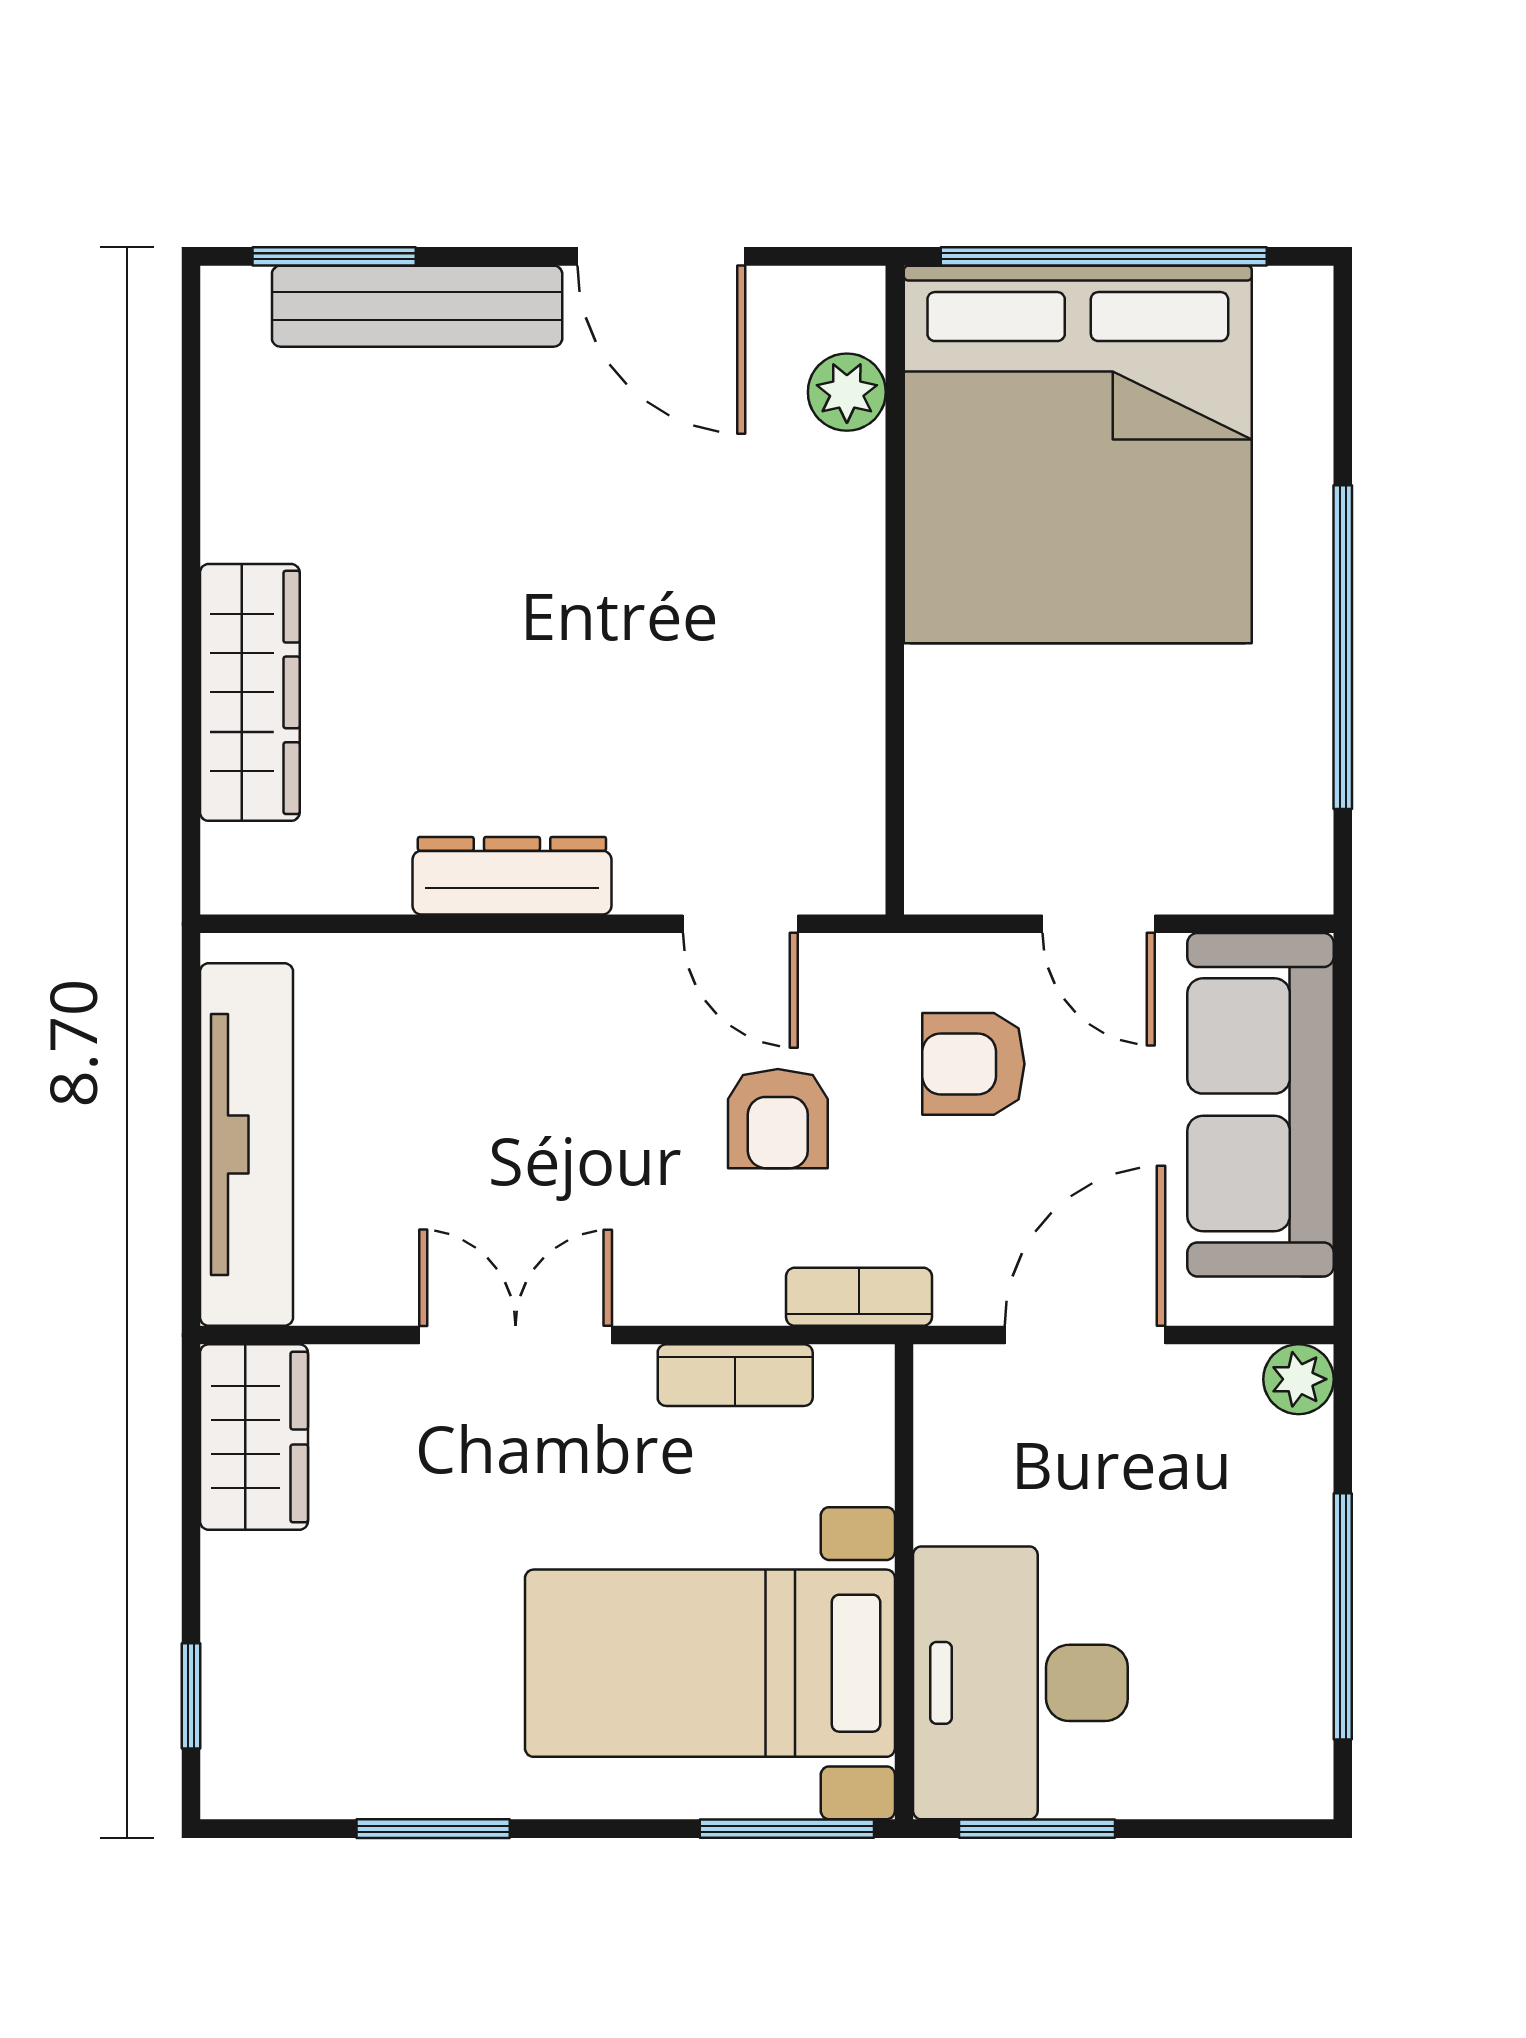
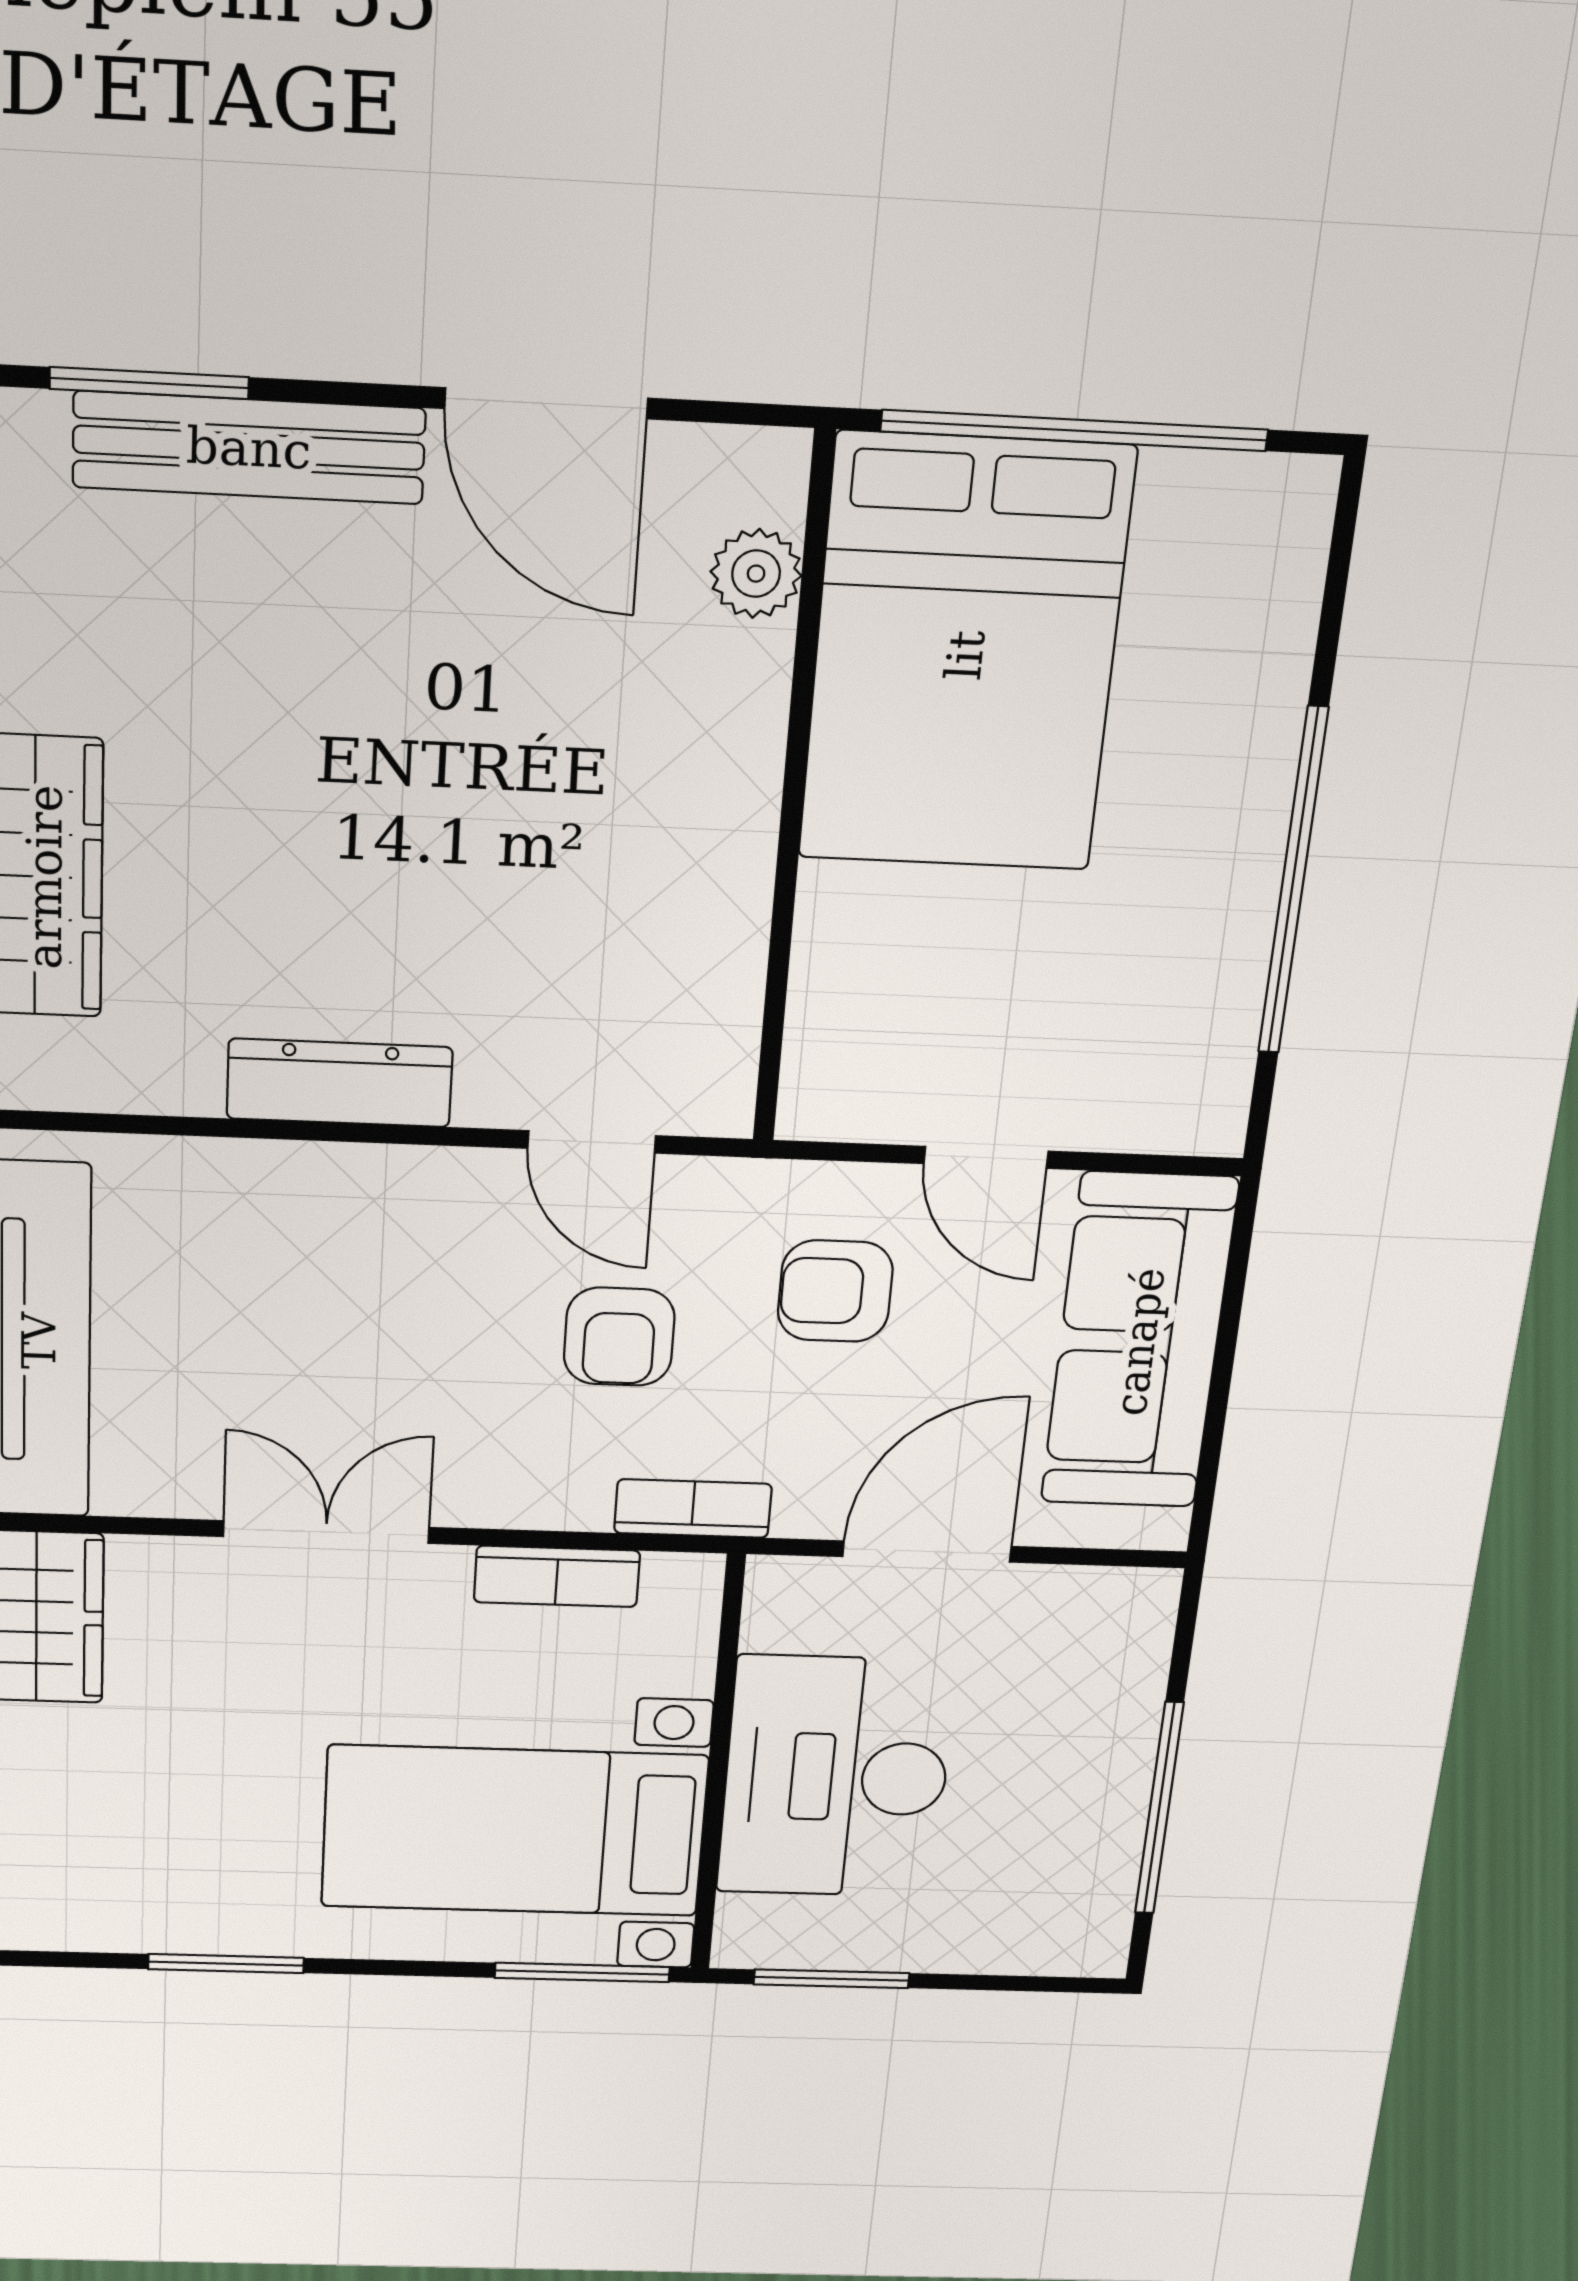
bed: (1078, 454) -> (965, 655), width x0.73
plant: (1299, 1379) -> (1144, 1599), removed
desk: (1020, 1683) -> (836, 1777), moved

